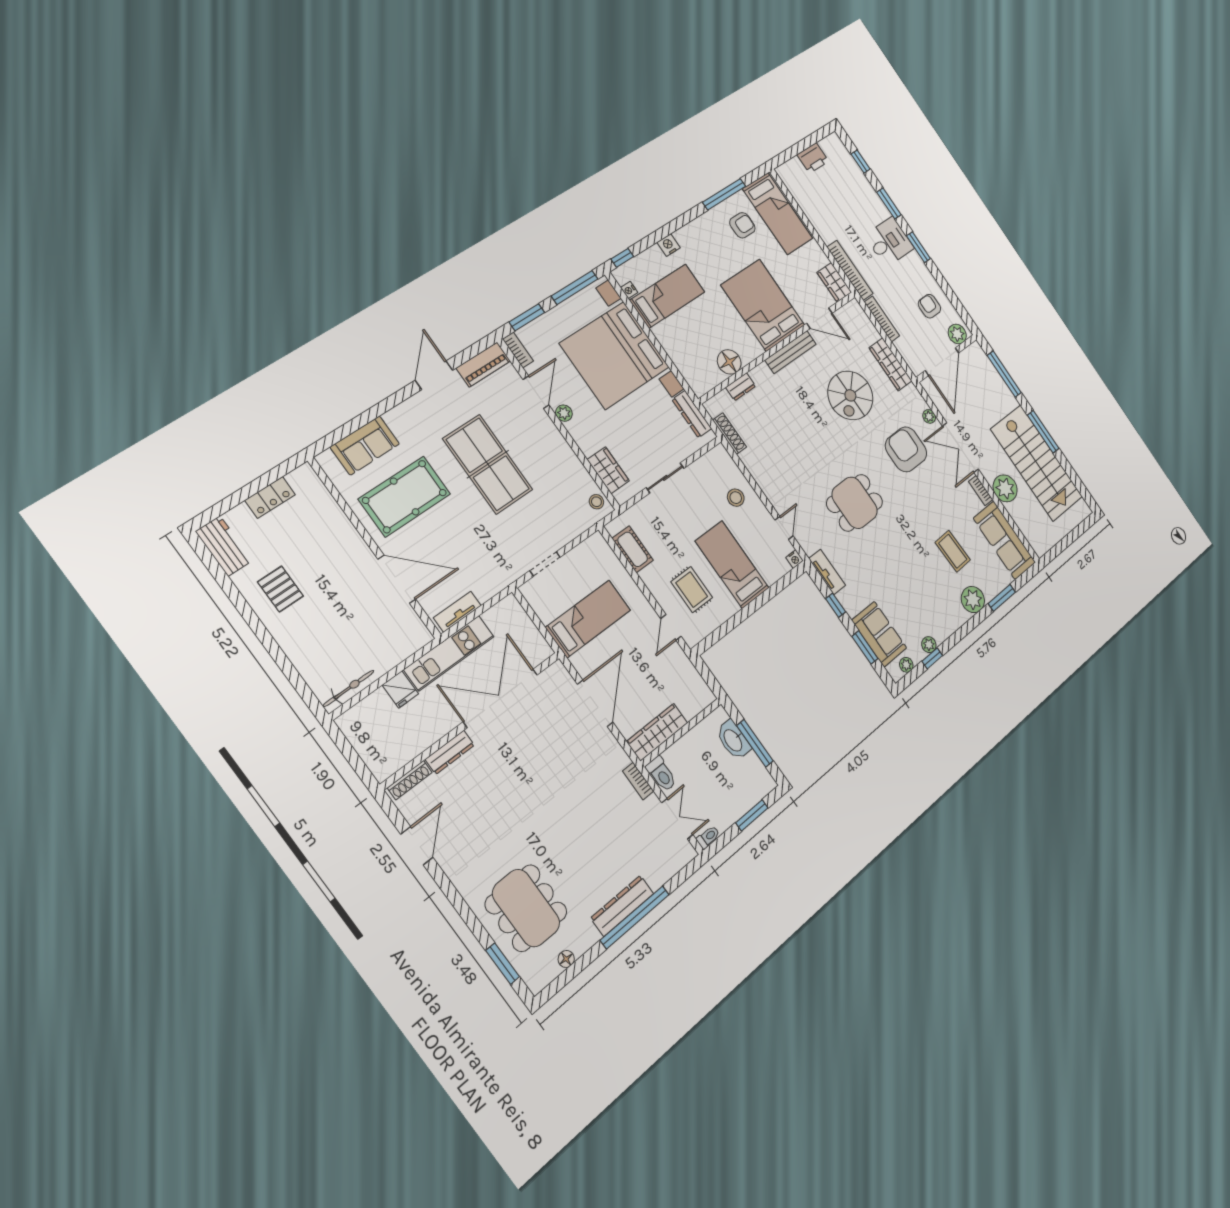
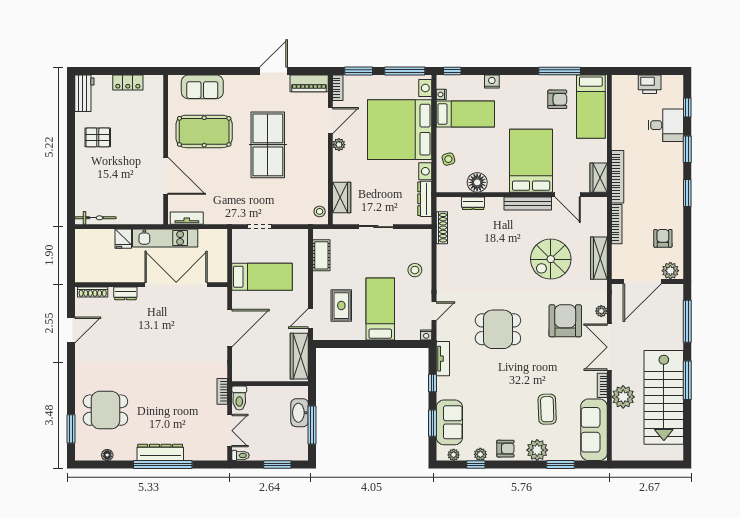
desk: (889, 242) -> (666, 125), moved
side table: (685, 356) -> (448, 159), added
pallet: (280, 589) -> (98, 137), turned 90
armchair: (946, 621) -> (505, 449), added
wardrobe: (657, 732) -> (299, 356), moved, turned -90
dresser: (450, 752) -> (125, 293), width x0.70
dining table: (526, 908) -> (105, 410), width x0.73

